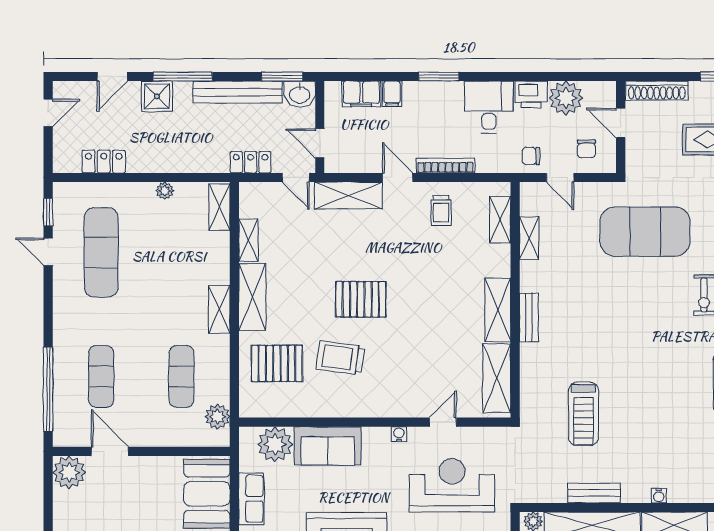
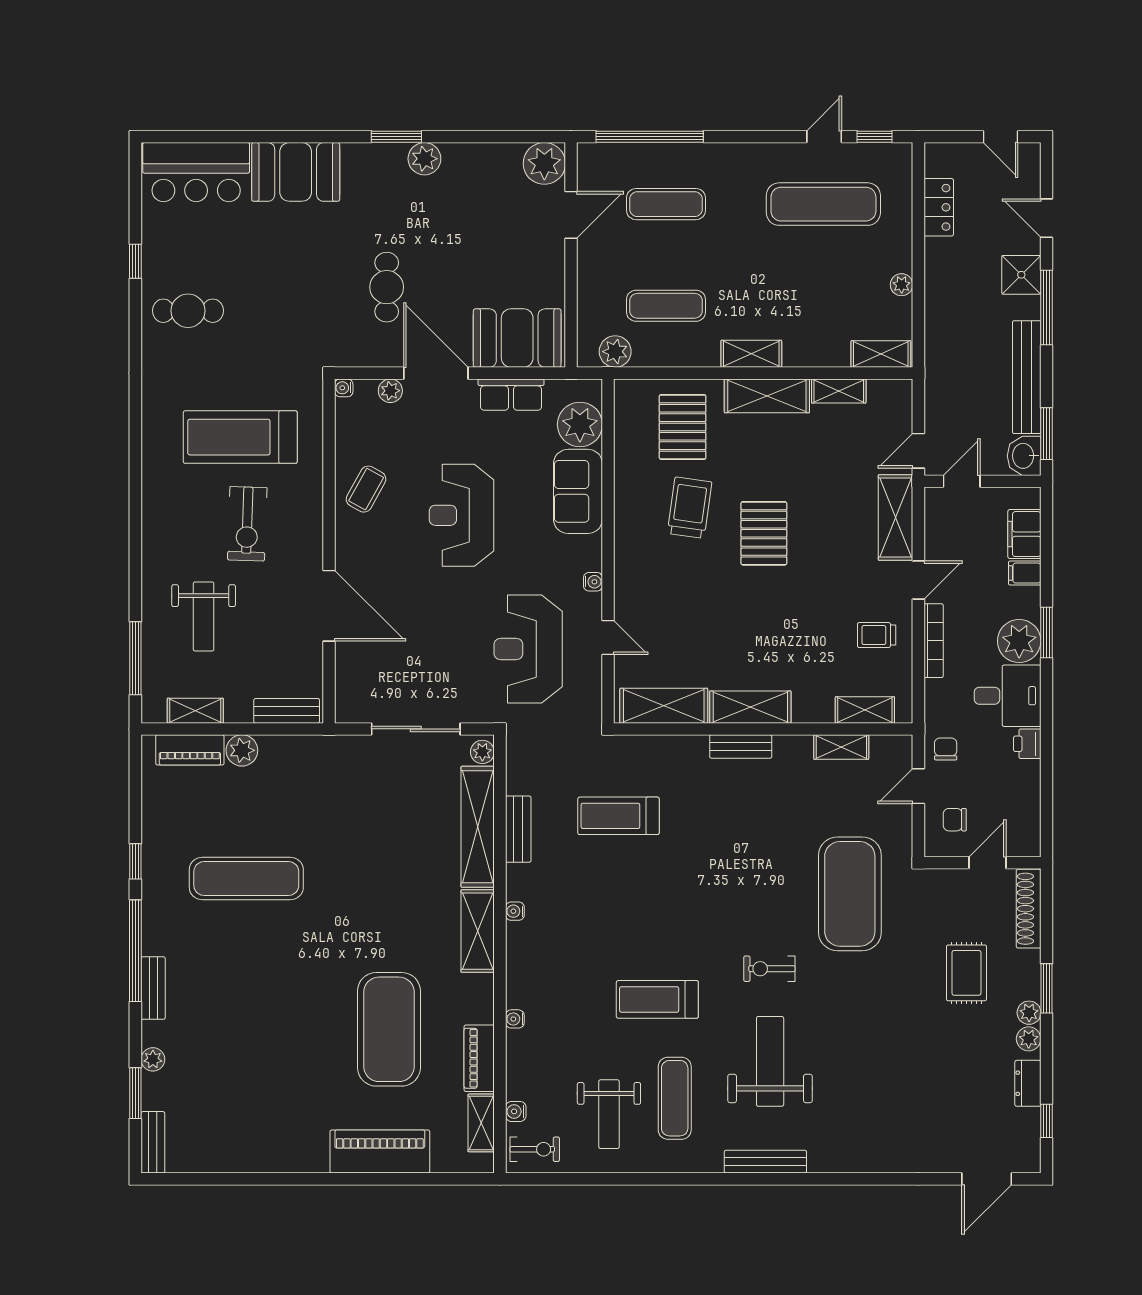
printer: (531, 94) -> (1027, 744), width x0.73, depth x0.81
plant: (566, 98) -> (1019, 641), moved
locker: (251, 162) -> (938, 394), removed
reception desk: (452, 485) -> (528, 649), turned 180

